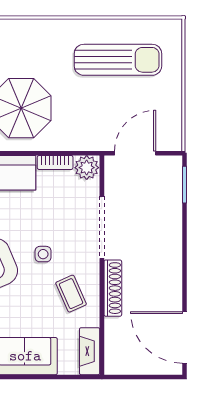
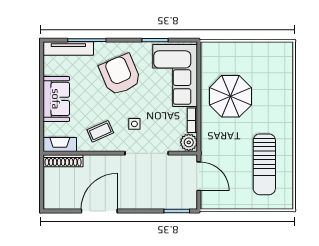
side table: (43, 254) -> (134, 124), moved
shoe rack: (113, 288) -> (63, 161), moved
door: (184, 337) -> (99, 211), moved

